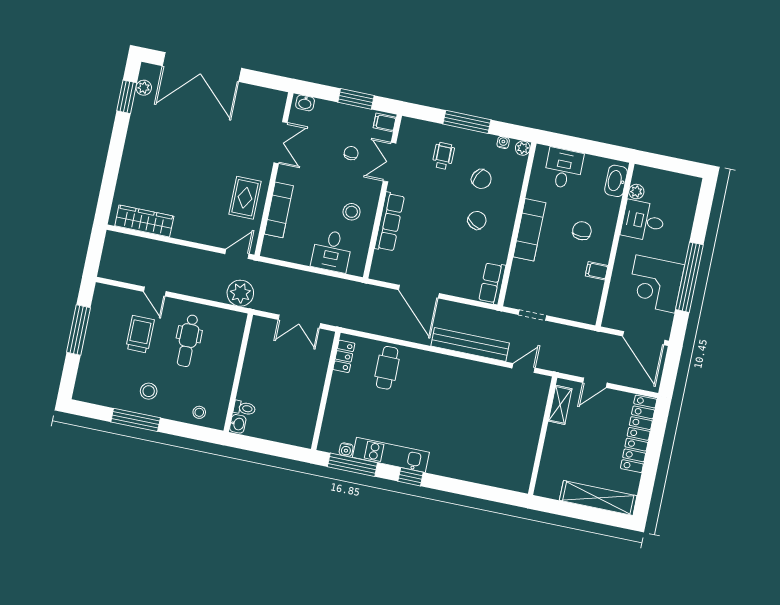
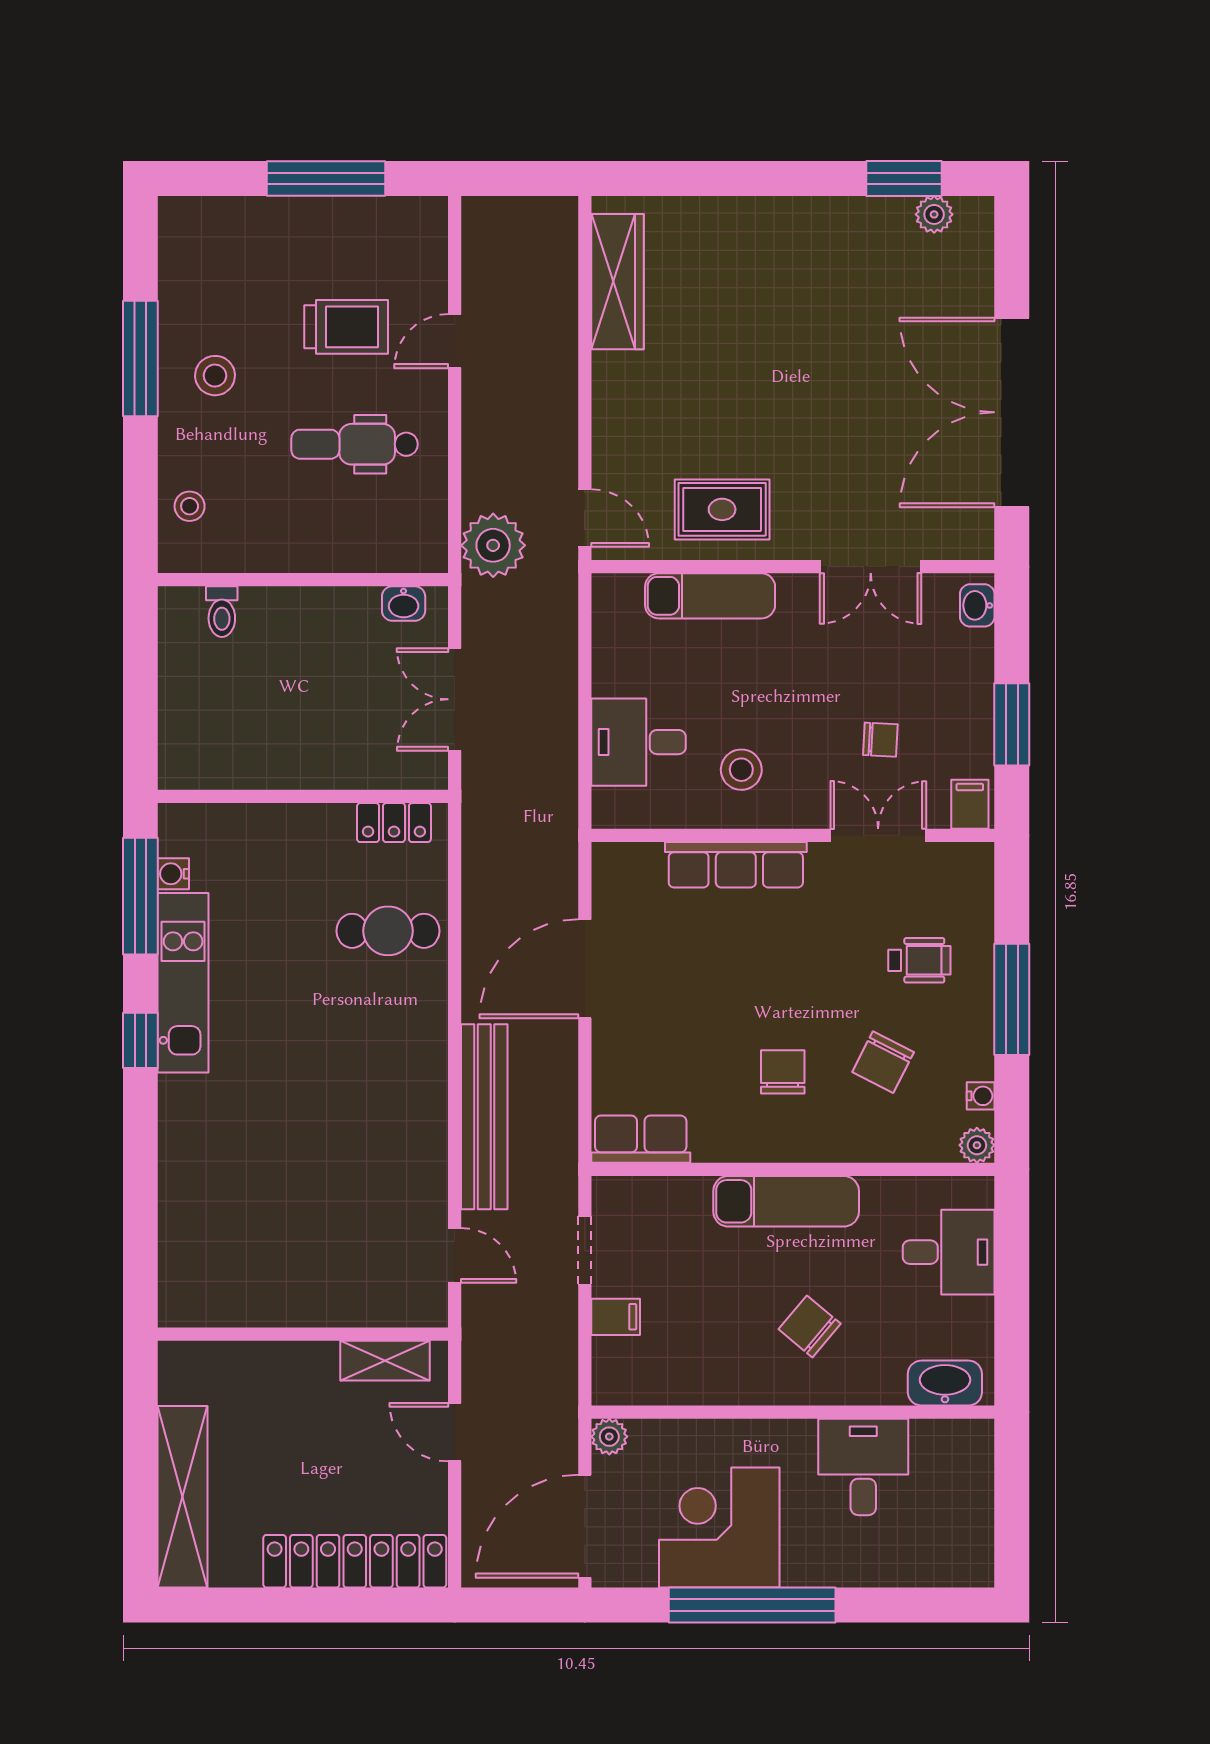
double door: (202, 67) -> (1012, 412), moved
plant: (636, 192) -> (609, 1437), moved
chair: (477, 220) -> (783, 1072), turned -122
chair: (582, 231) -> (810, 1326), turned -140
filing cabinet: (597, 271) -> (616, 1317), moved, turned 90
washbasin: (238, 424) -> (404, 604), moved

